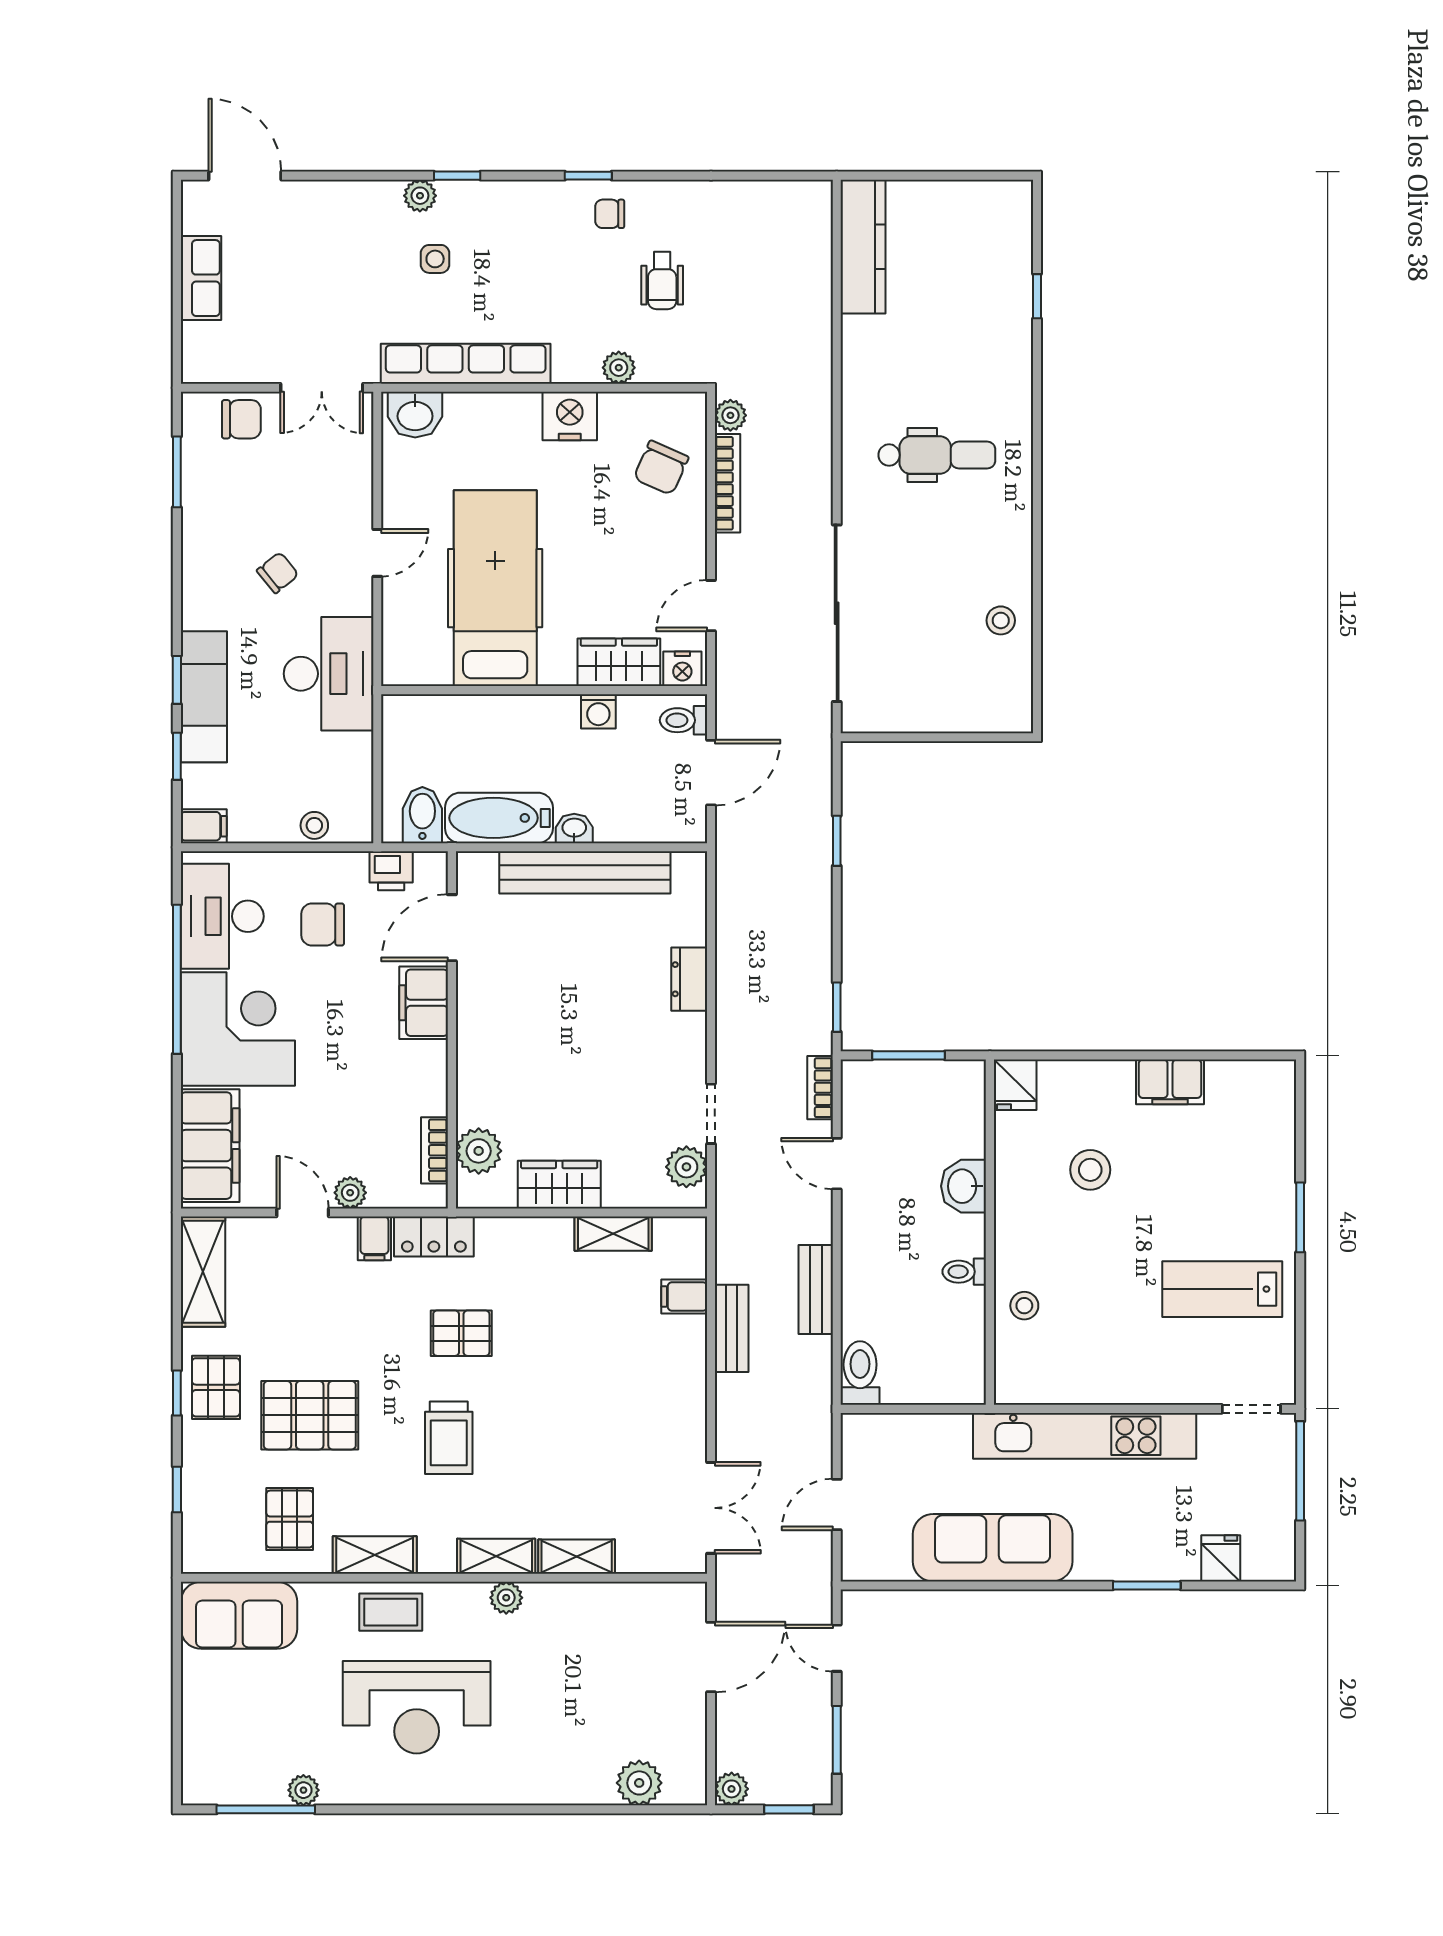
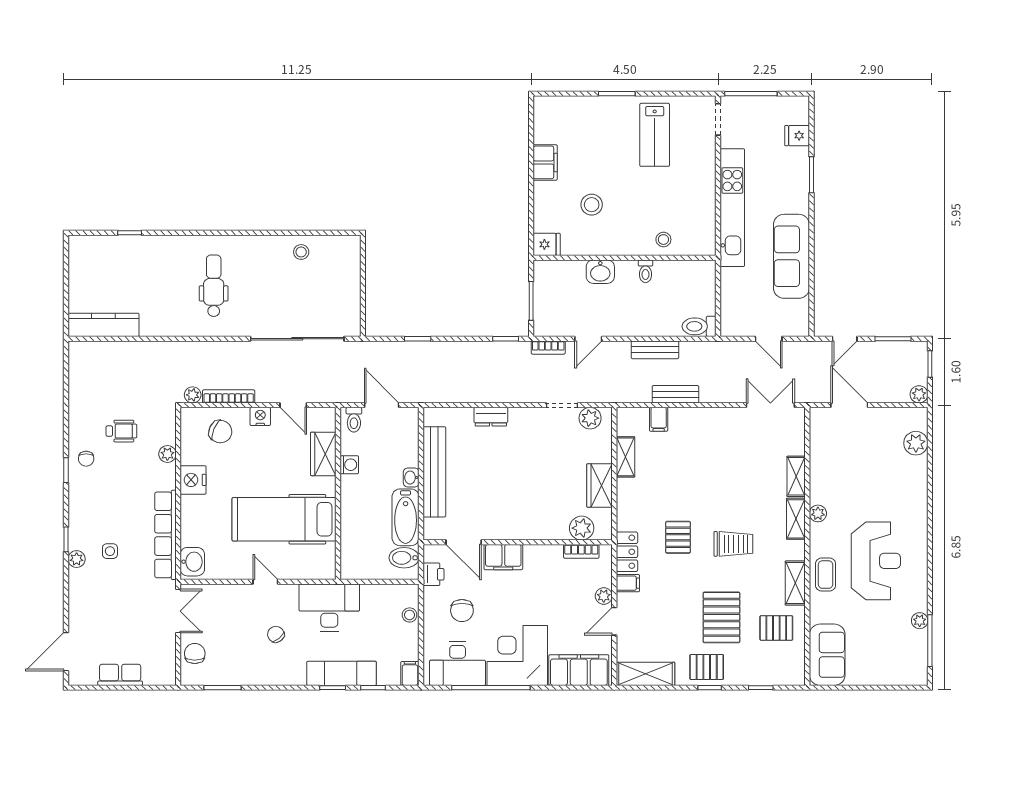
nightstand: (682, 669) -> (260, 416), moved, turned -90

